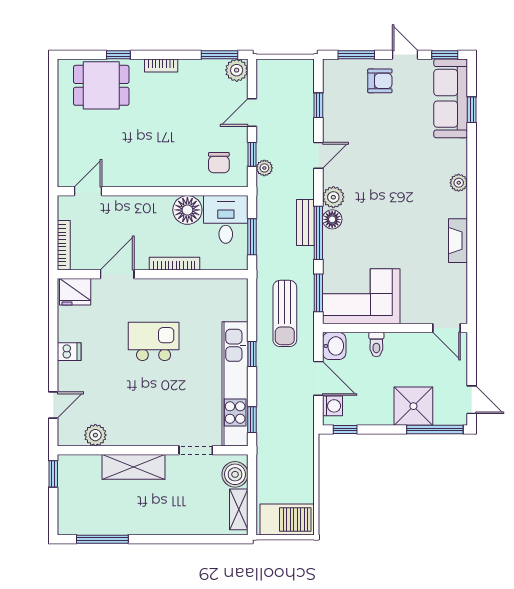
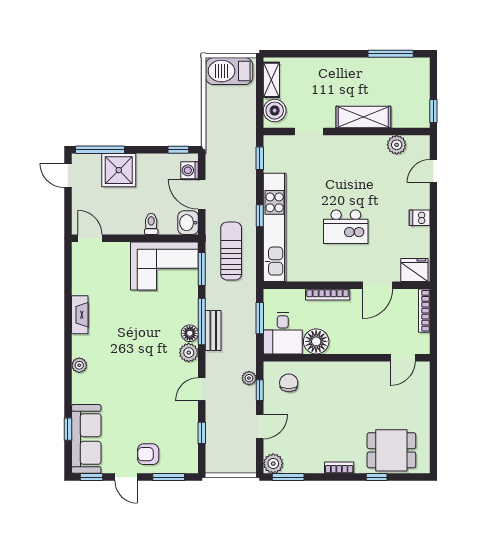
kitchen unit: (235, 384) -> (275, 227), moved

